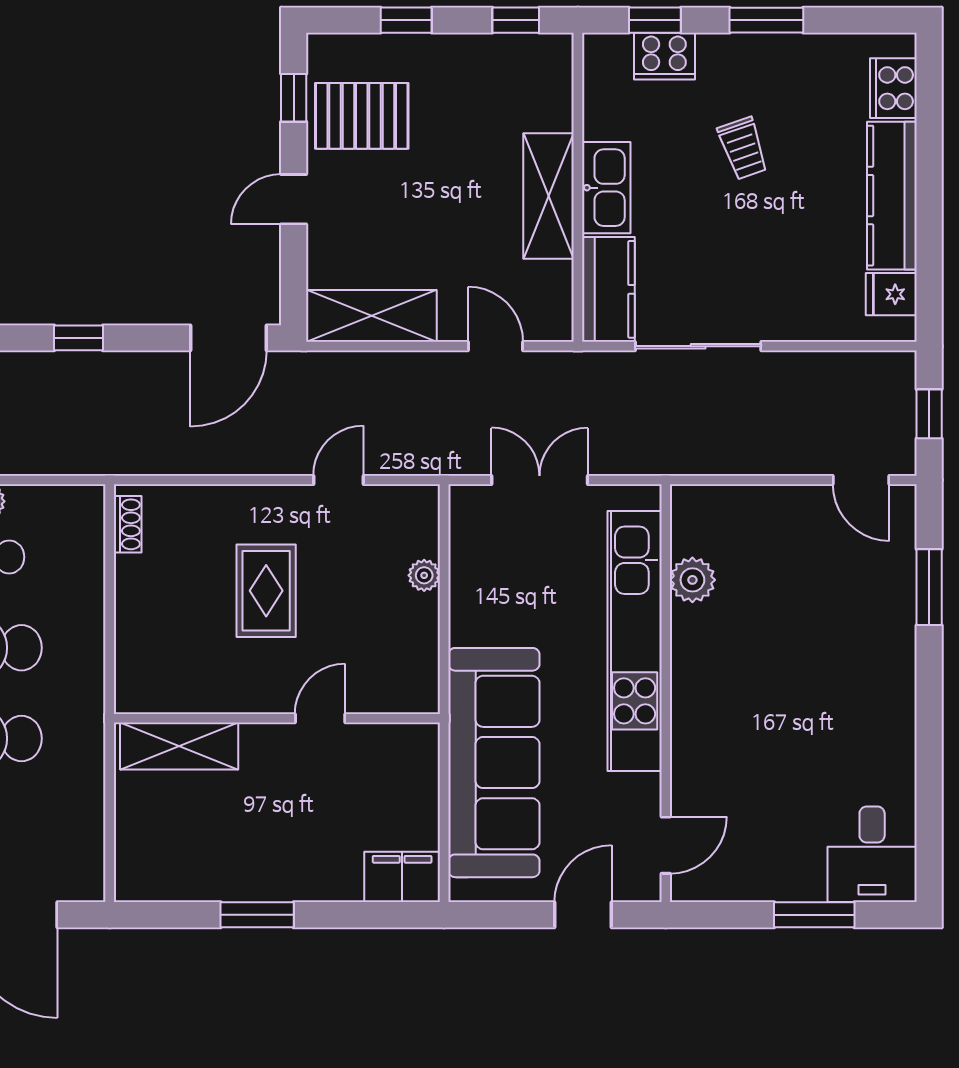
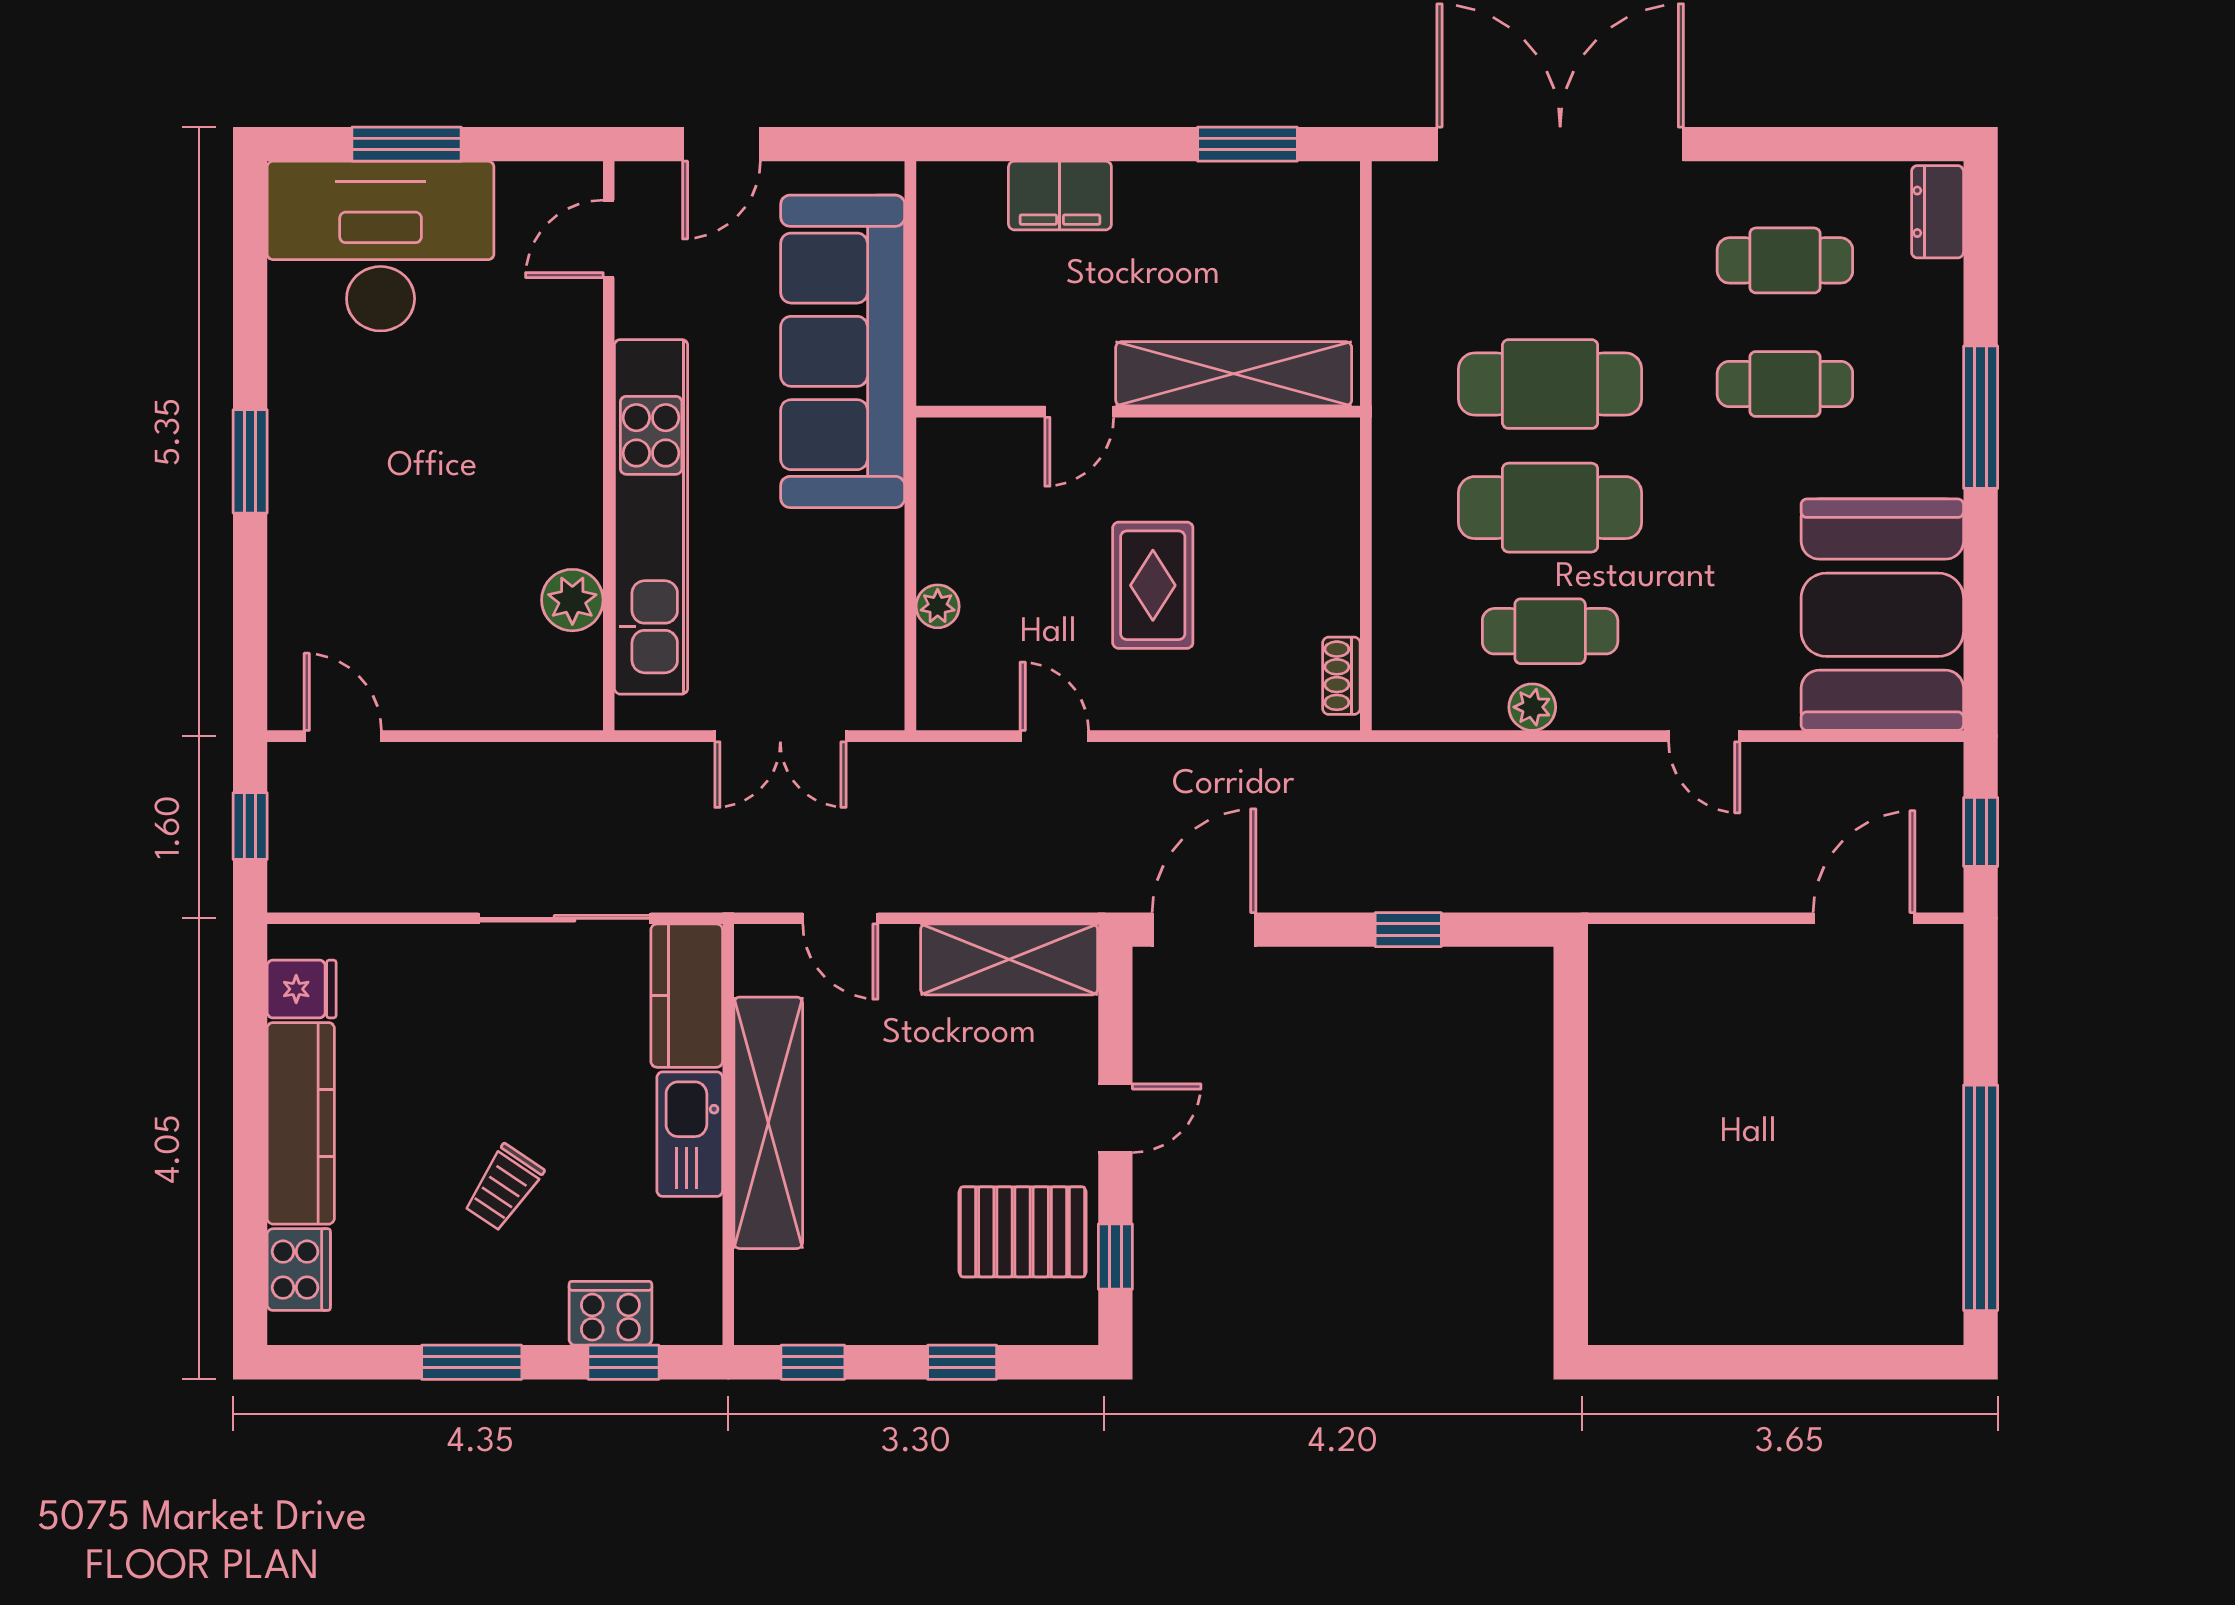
trolley: (743, 148) -> (504, 1188), turned -127
shelving: (549, 196) -> (768, 1123), width x1.47
door: (338, 480) -> (1054, 736), swing flipped
window: (929, 587) -> (250, 461), moved
shelving: (179, 746) -> (1234, 374), width x1.47
desk: (872, 854) -> (381, 246), width x1.87, depth x1.30
filing cabinet: (402, 877) -> (1060, 196), moved
window: (257, 915) -> (1247, 144), moved

